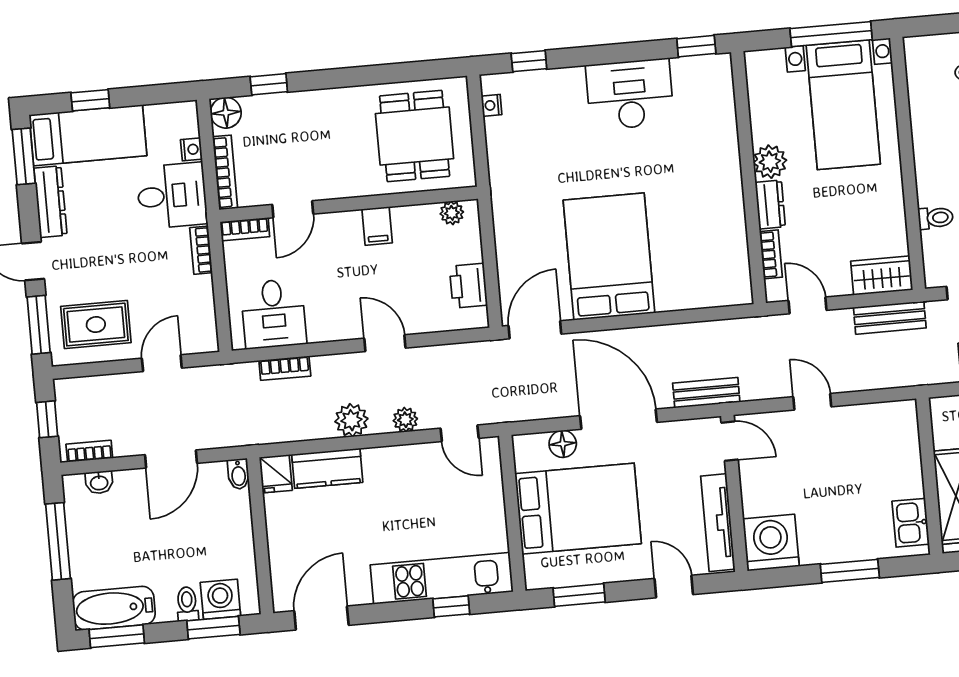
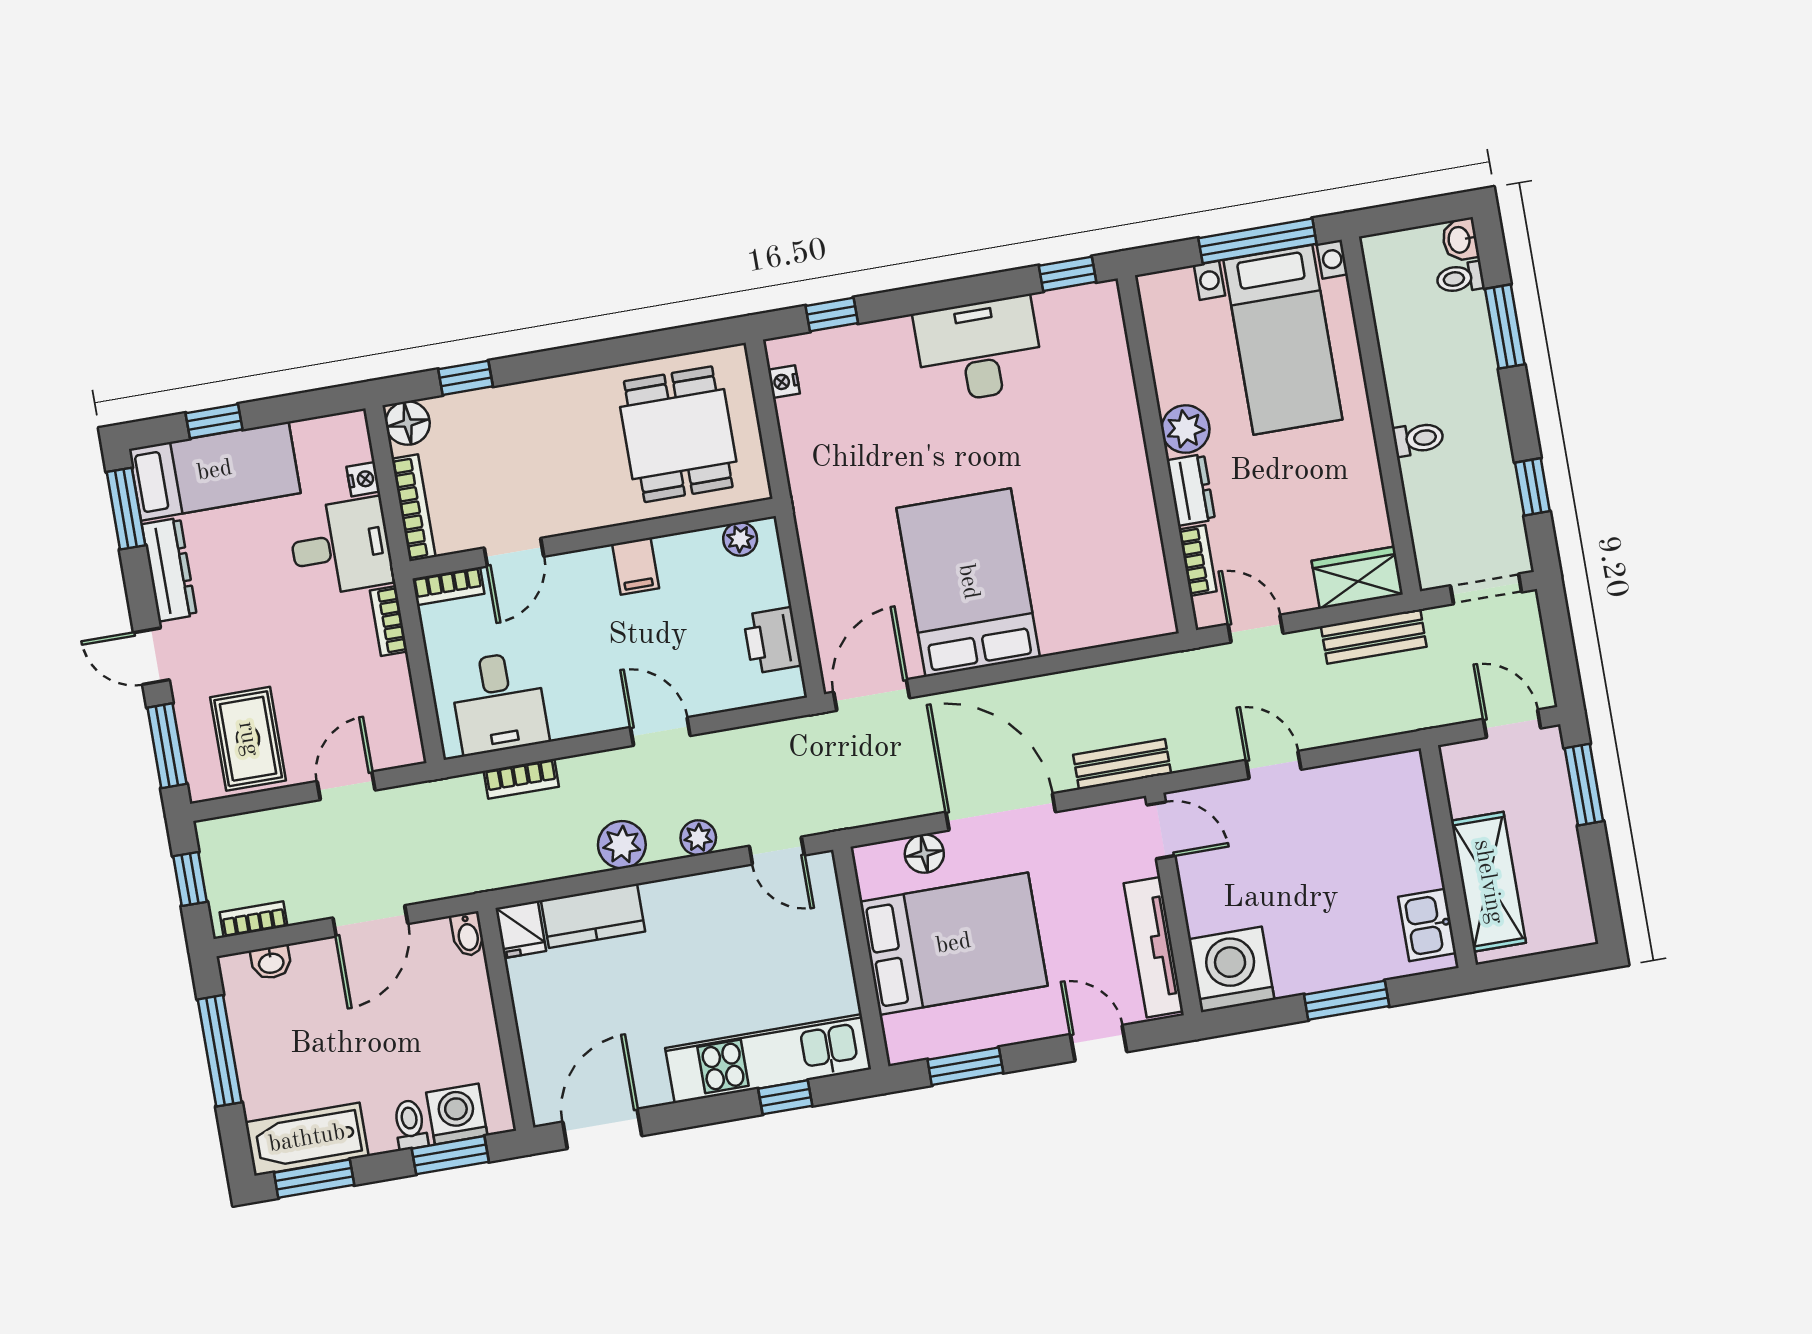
toilet: (936, 218) -> (1418, 439), moved
rug: (96, 325) -> (248, 739), turned 90

